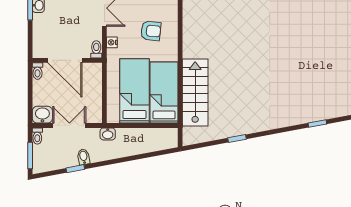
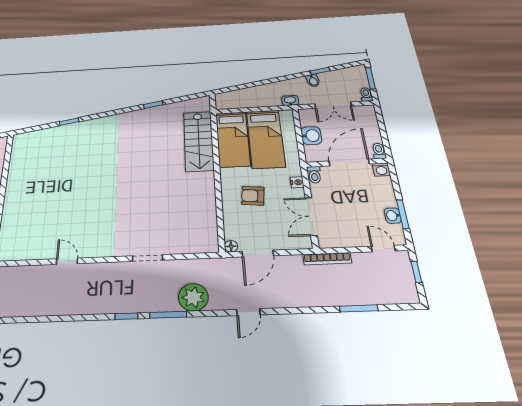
washing machine: (39, 51) -> (381, 170), added
door: (65, 60) -> (349, 163), hinge flipped
washbasin: (42, 115) -> (311, 136), moved, turned -90

